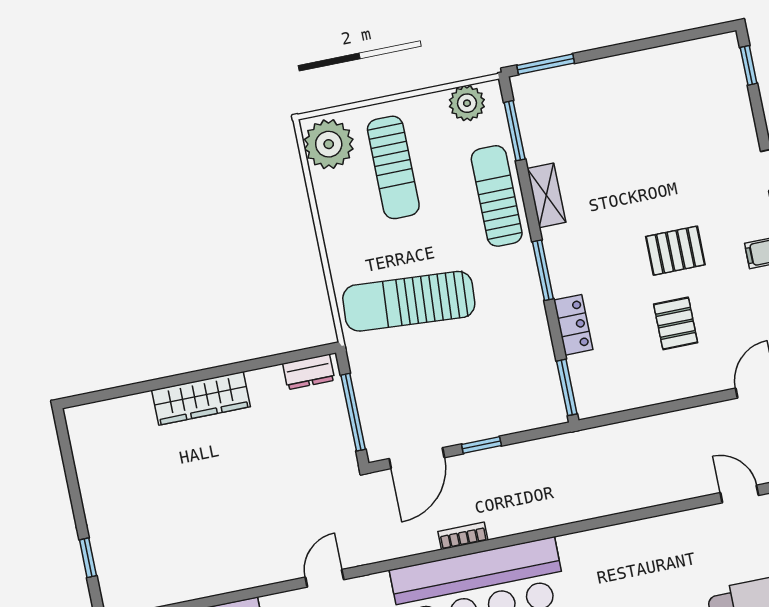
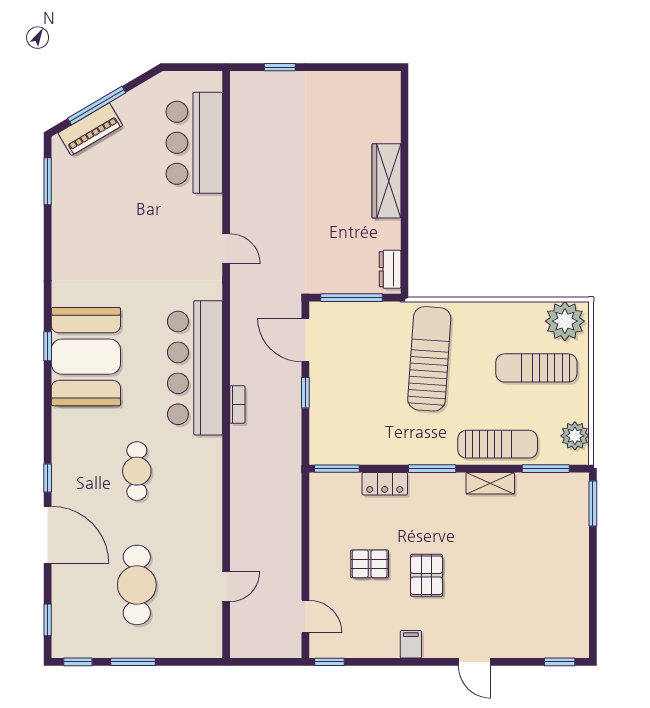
bookcase: (463, 536) -> (237, 405), moved

